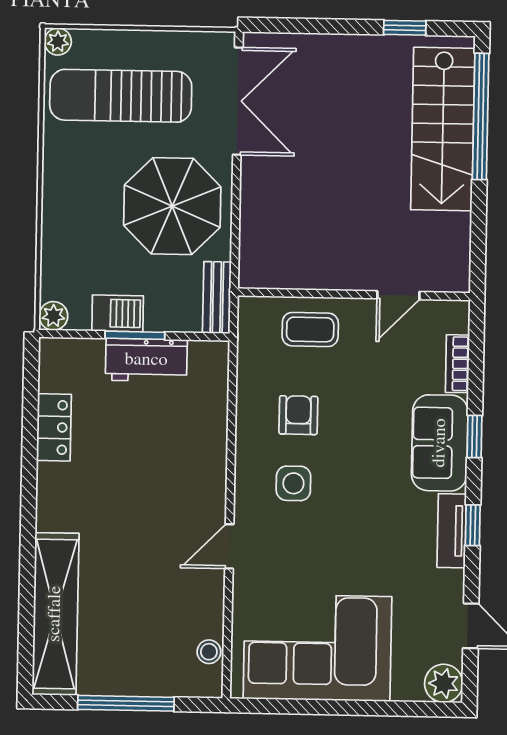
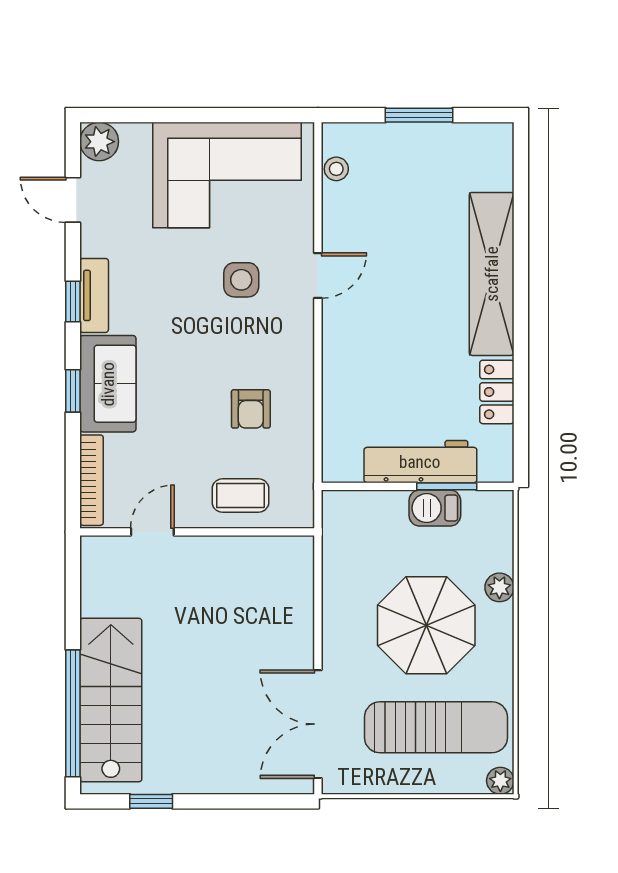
parasol: (172, 206) -> (426, 625), moved
bench: (217, 298) -> (335, 526), removed
plant: (53, 316) -> (499, 587), moved
window: (135, 335) -> (447, 486), moved
workbench: (146, 360) -> (420, 462), width x1.38
bookcase: (457, 364) -> (92, 480), width x1.56
side table: (293, 483) -> (241, 280), moved
shelving: (55, 614) -> (492, 274), moved
window: (126, 703) -> (419, 115), width x0.69

